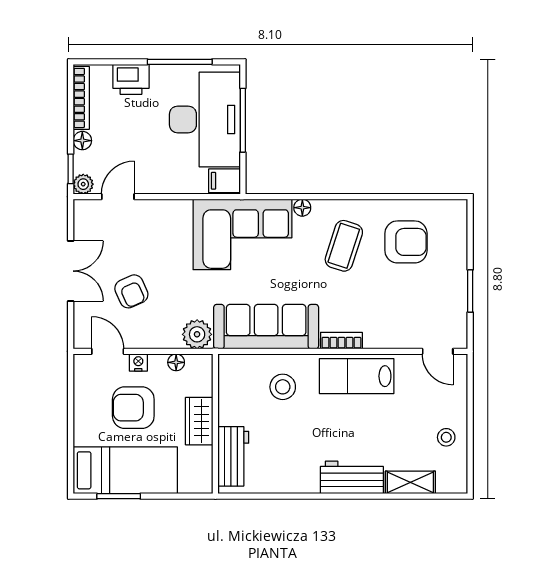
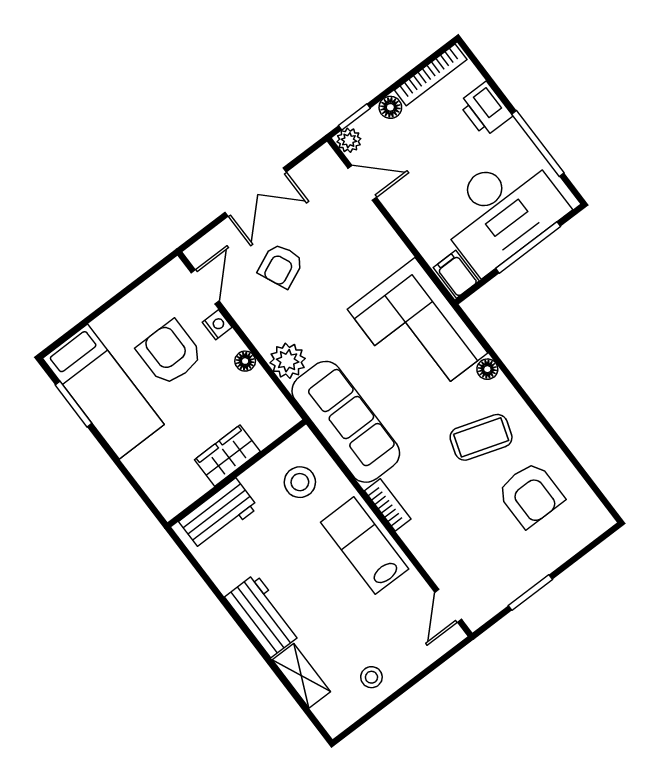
wardrobe: (199, 421) -> (227, 456), moved
wall: (215, 424) -> (237, 473), moved
workbench: (233, 456) -> (218, 514), moved

